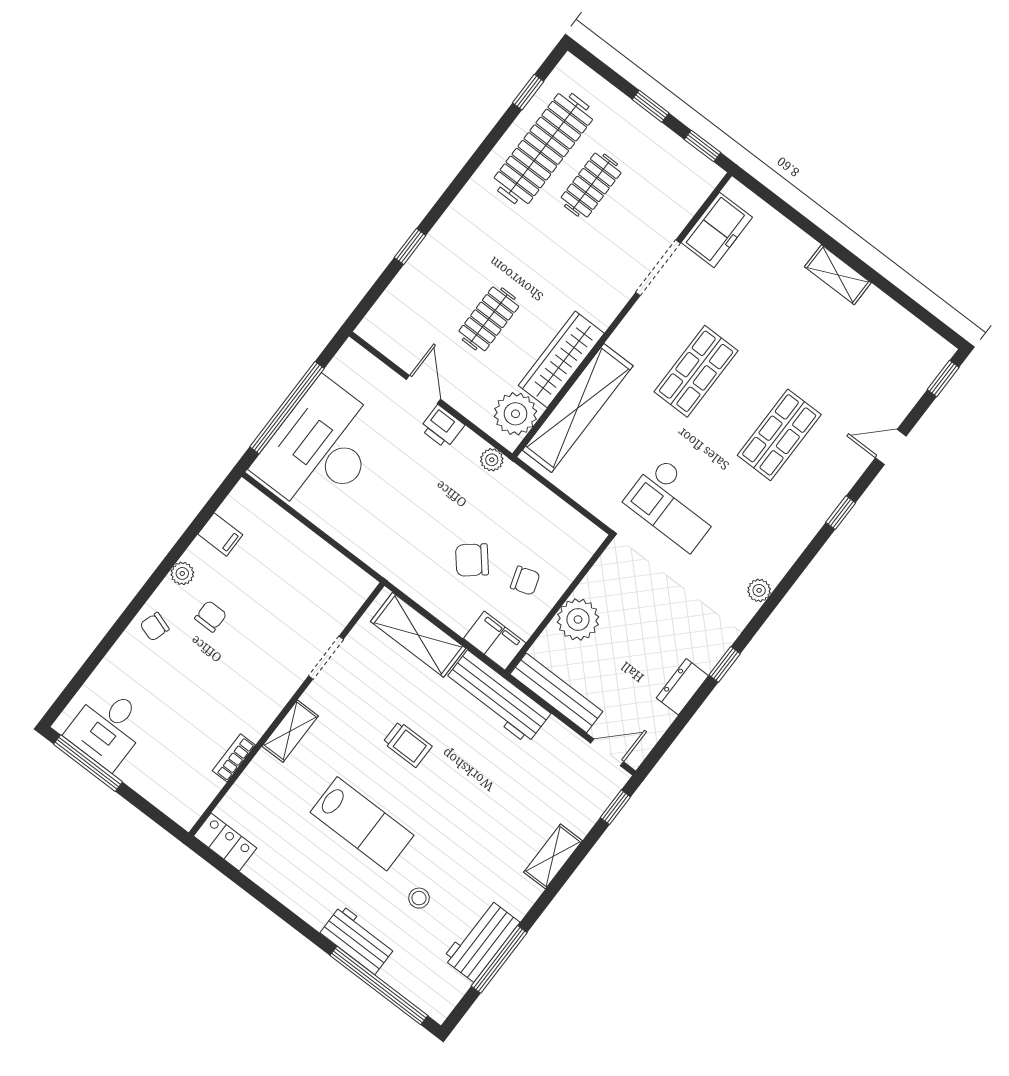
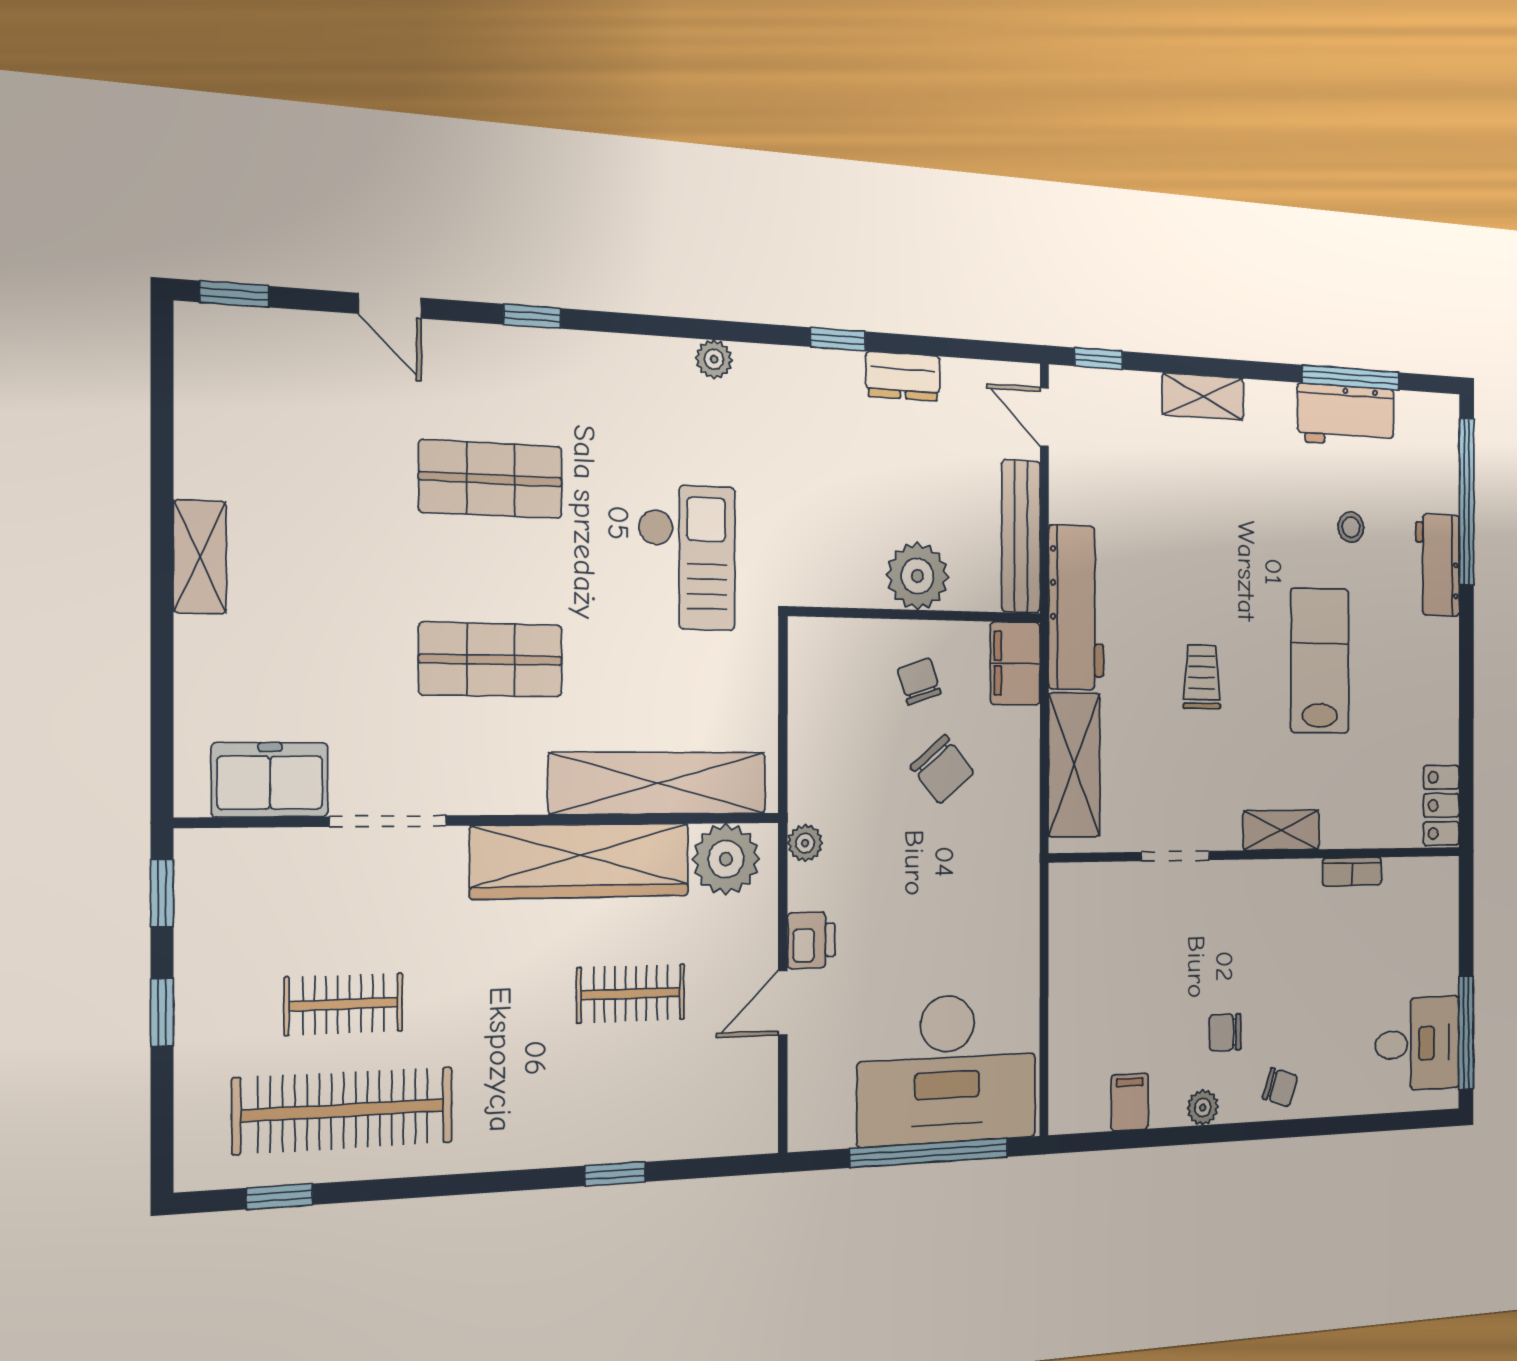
wardrobe: (561, 359) -> (581, 861), width x1.40, depth x1.17

